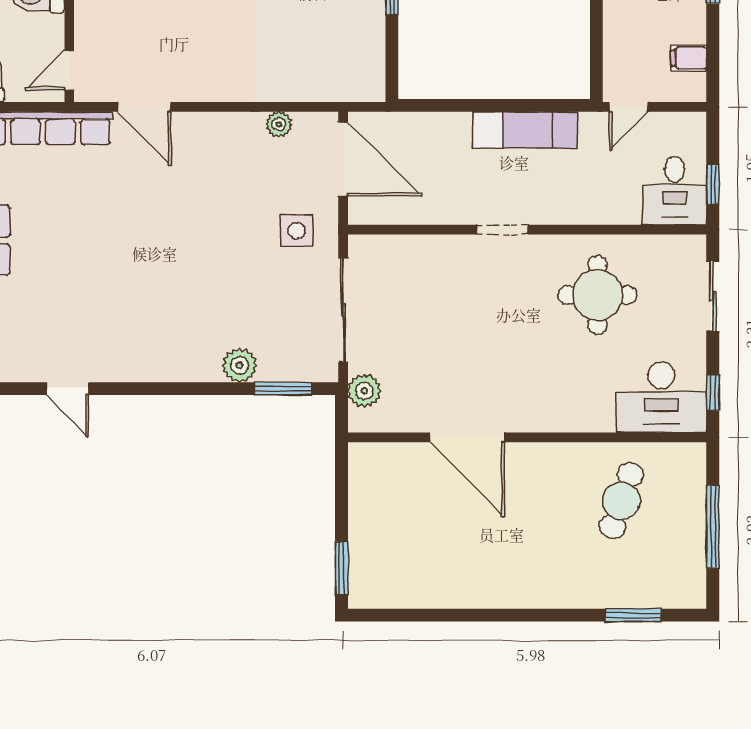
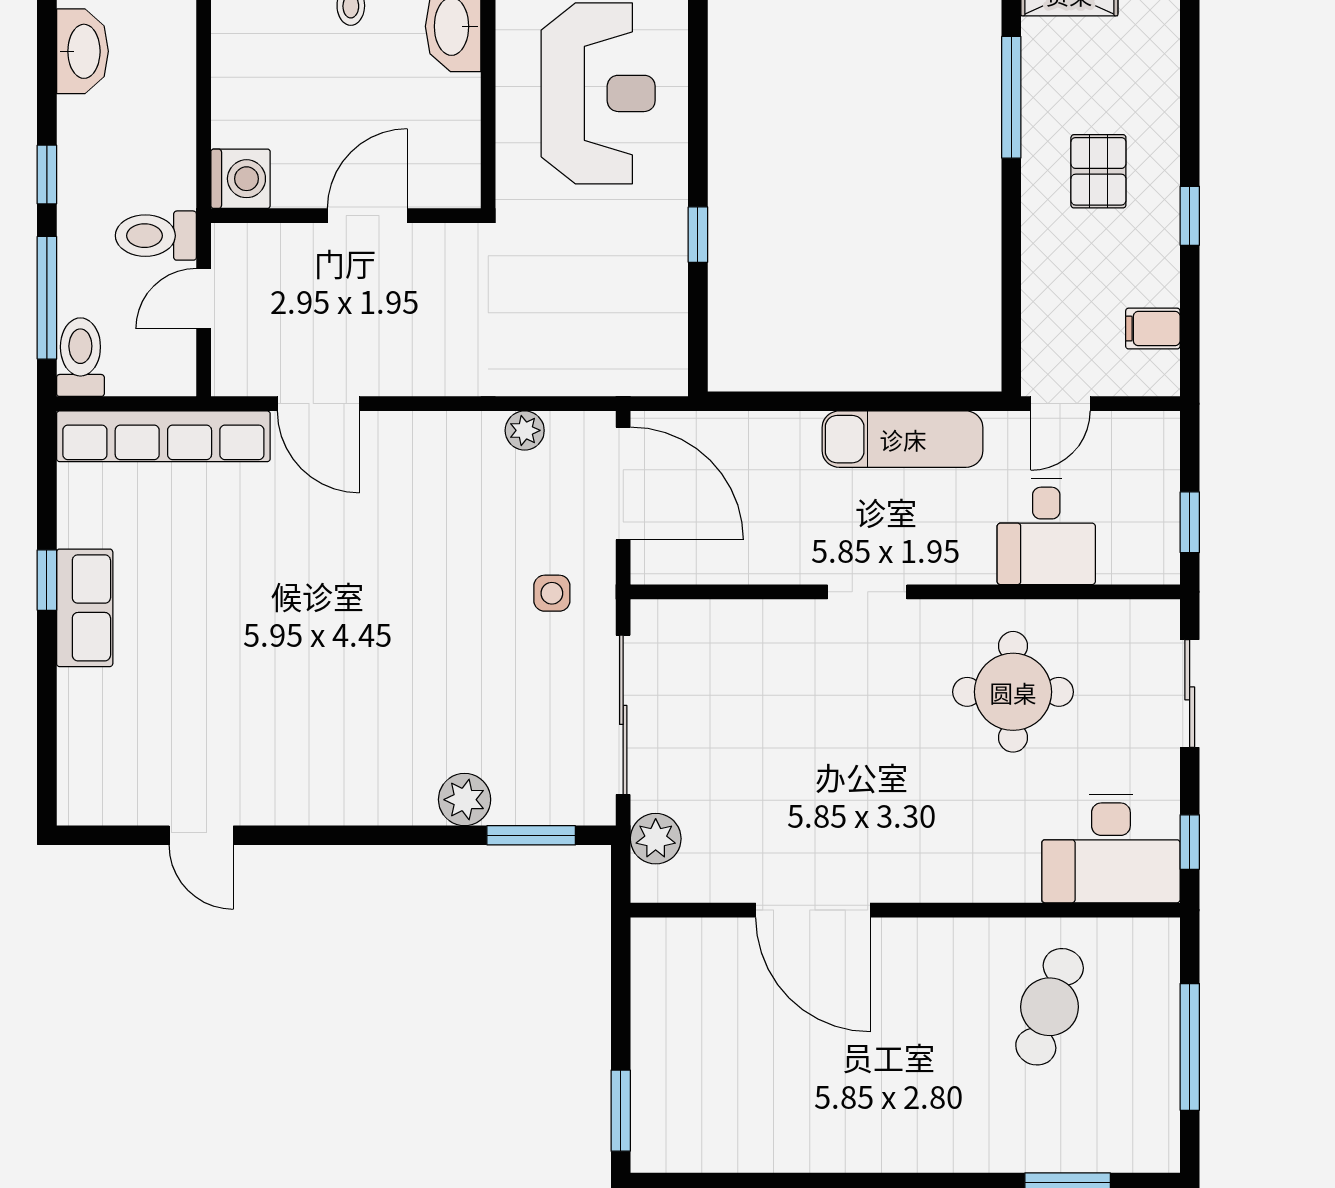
door: (69, 70) -> (204, 299), moved
desk: (674, 190) -> (1046, 532), moved
side table: (297, 231) -> (552, 593), width x0.73, depth x0.73

